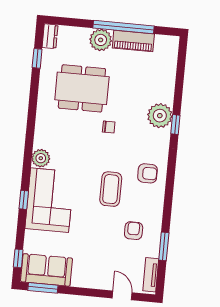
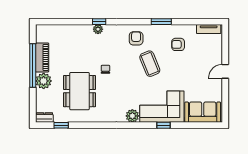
plant: (160, 116) -> (98, 29), width x0.53, depth x0.53
coffee table: (111, 189) -> (150, 64), turned 68
window: (164, 246) -> (161, 22), moved
window: (18, 258) -> (206, 125), removed
sofa: (47, 270) -> (203, 112), moved, turned 90
window: (43, 288) -> (225, 106), removed
door: (122, 295) -> (225, 71), moved

